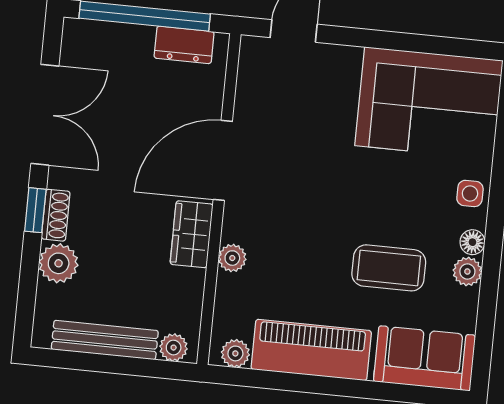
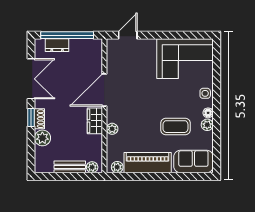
dresser: (184, 45) -> (57, 45), moved
bench: (105, 340) -> (70, 167), width x0.73

